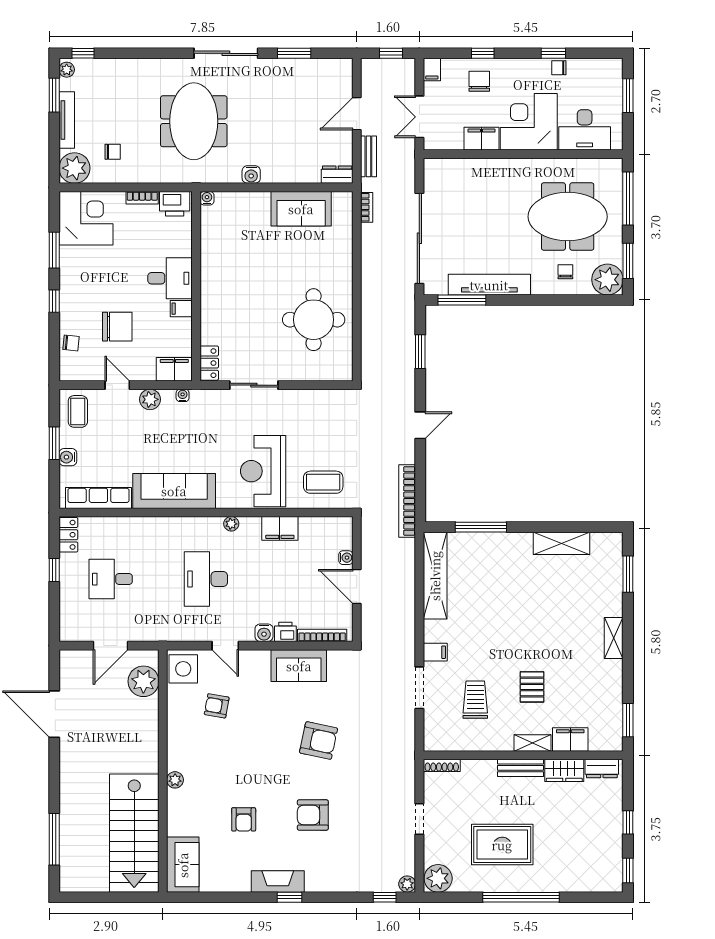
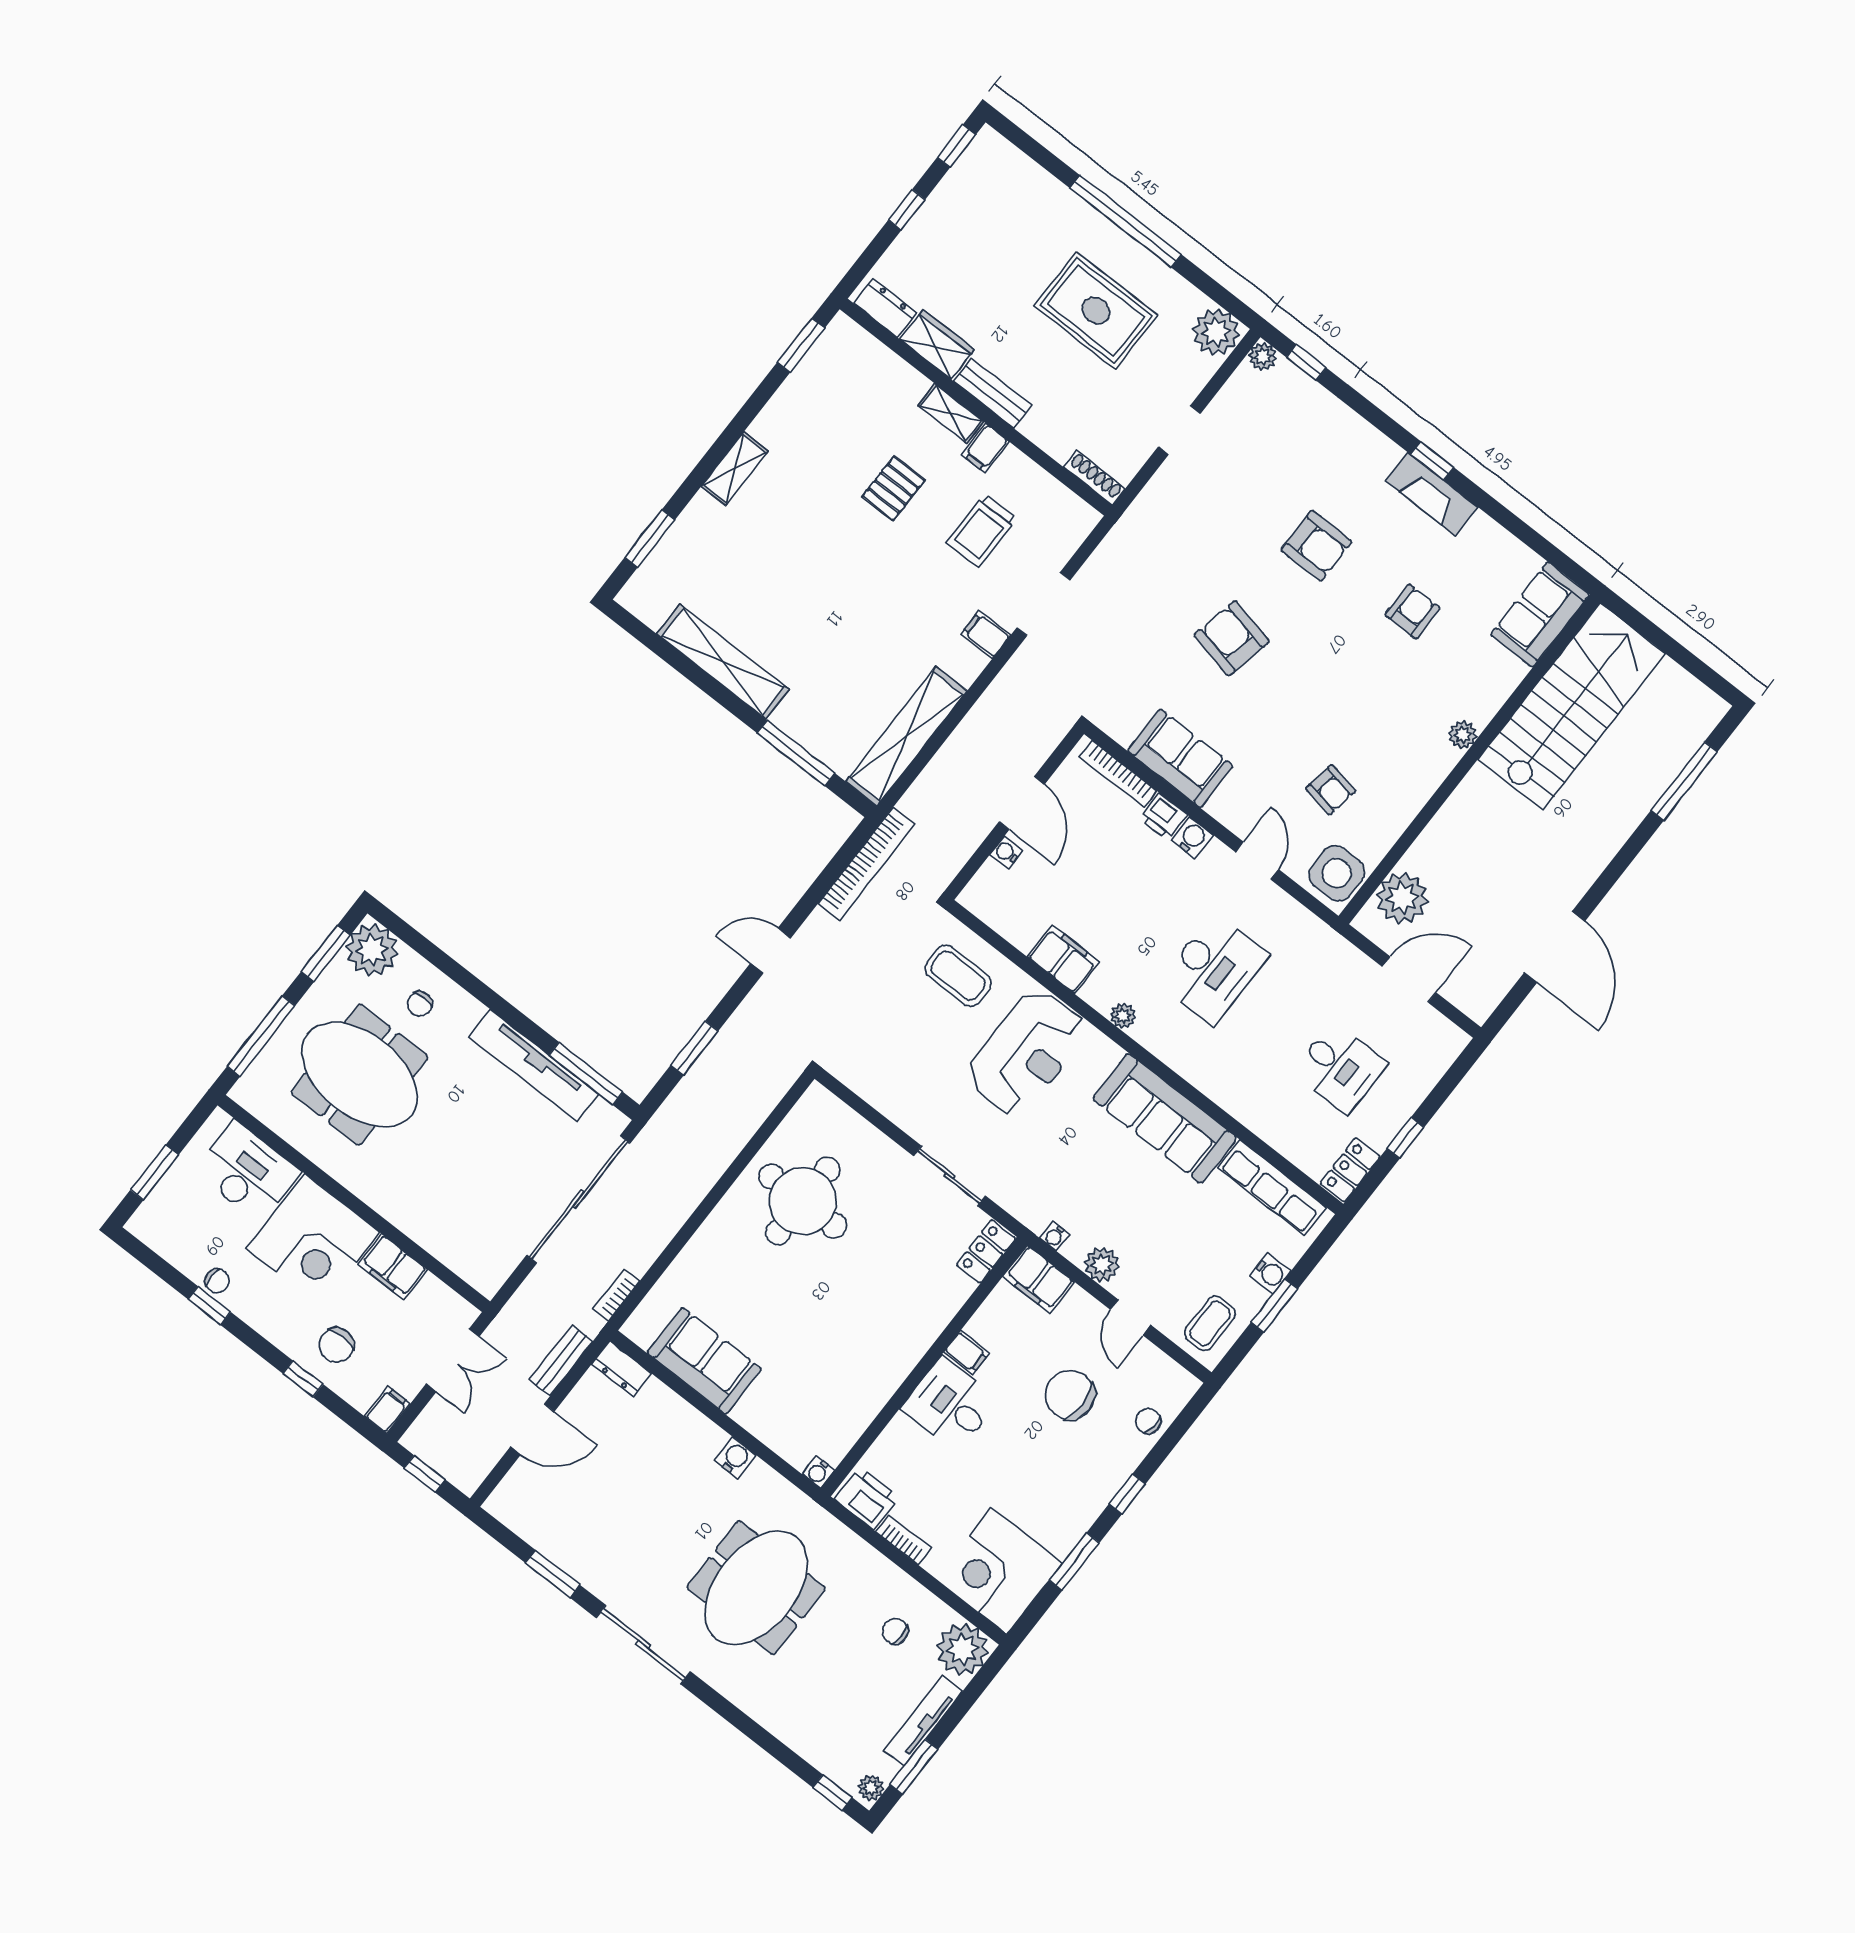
shelving: (562, 543) -> (723, 662), width x1.47
filing cabinet: (570, 740) -> (985, 448), moved, width x0.50

